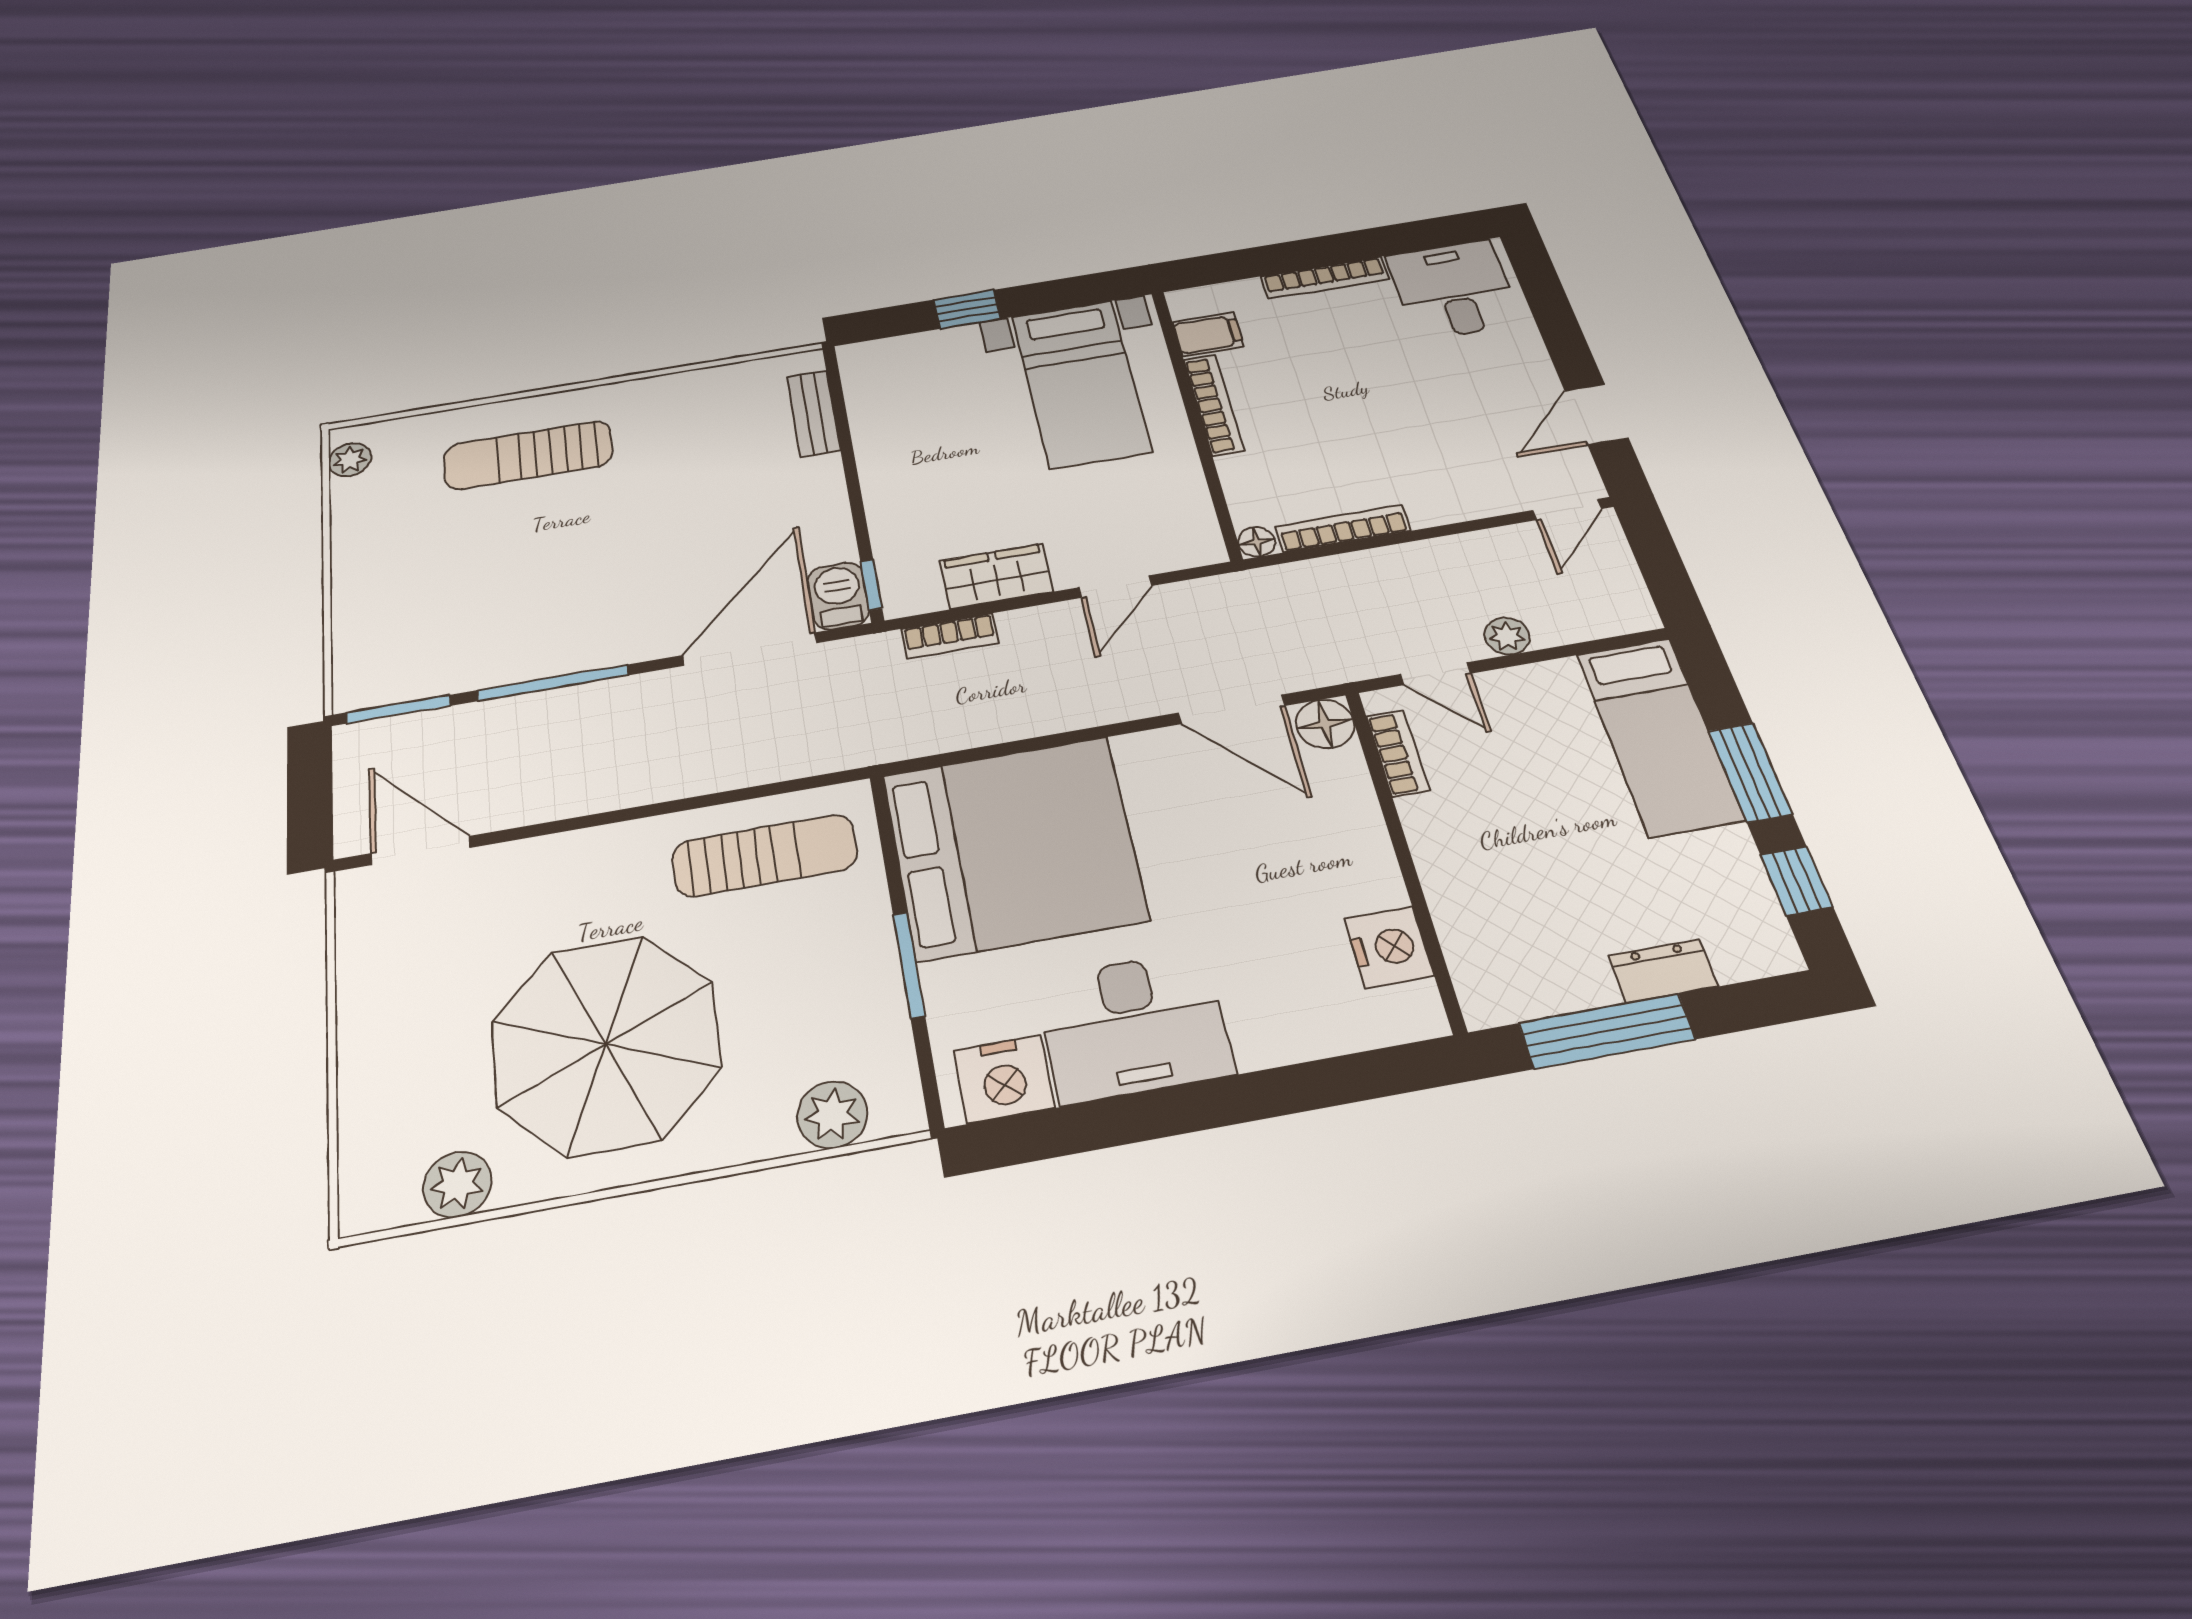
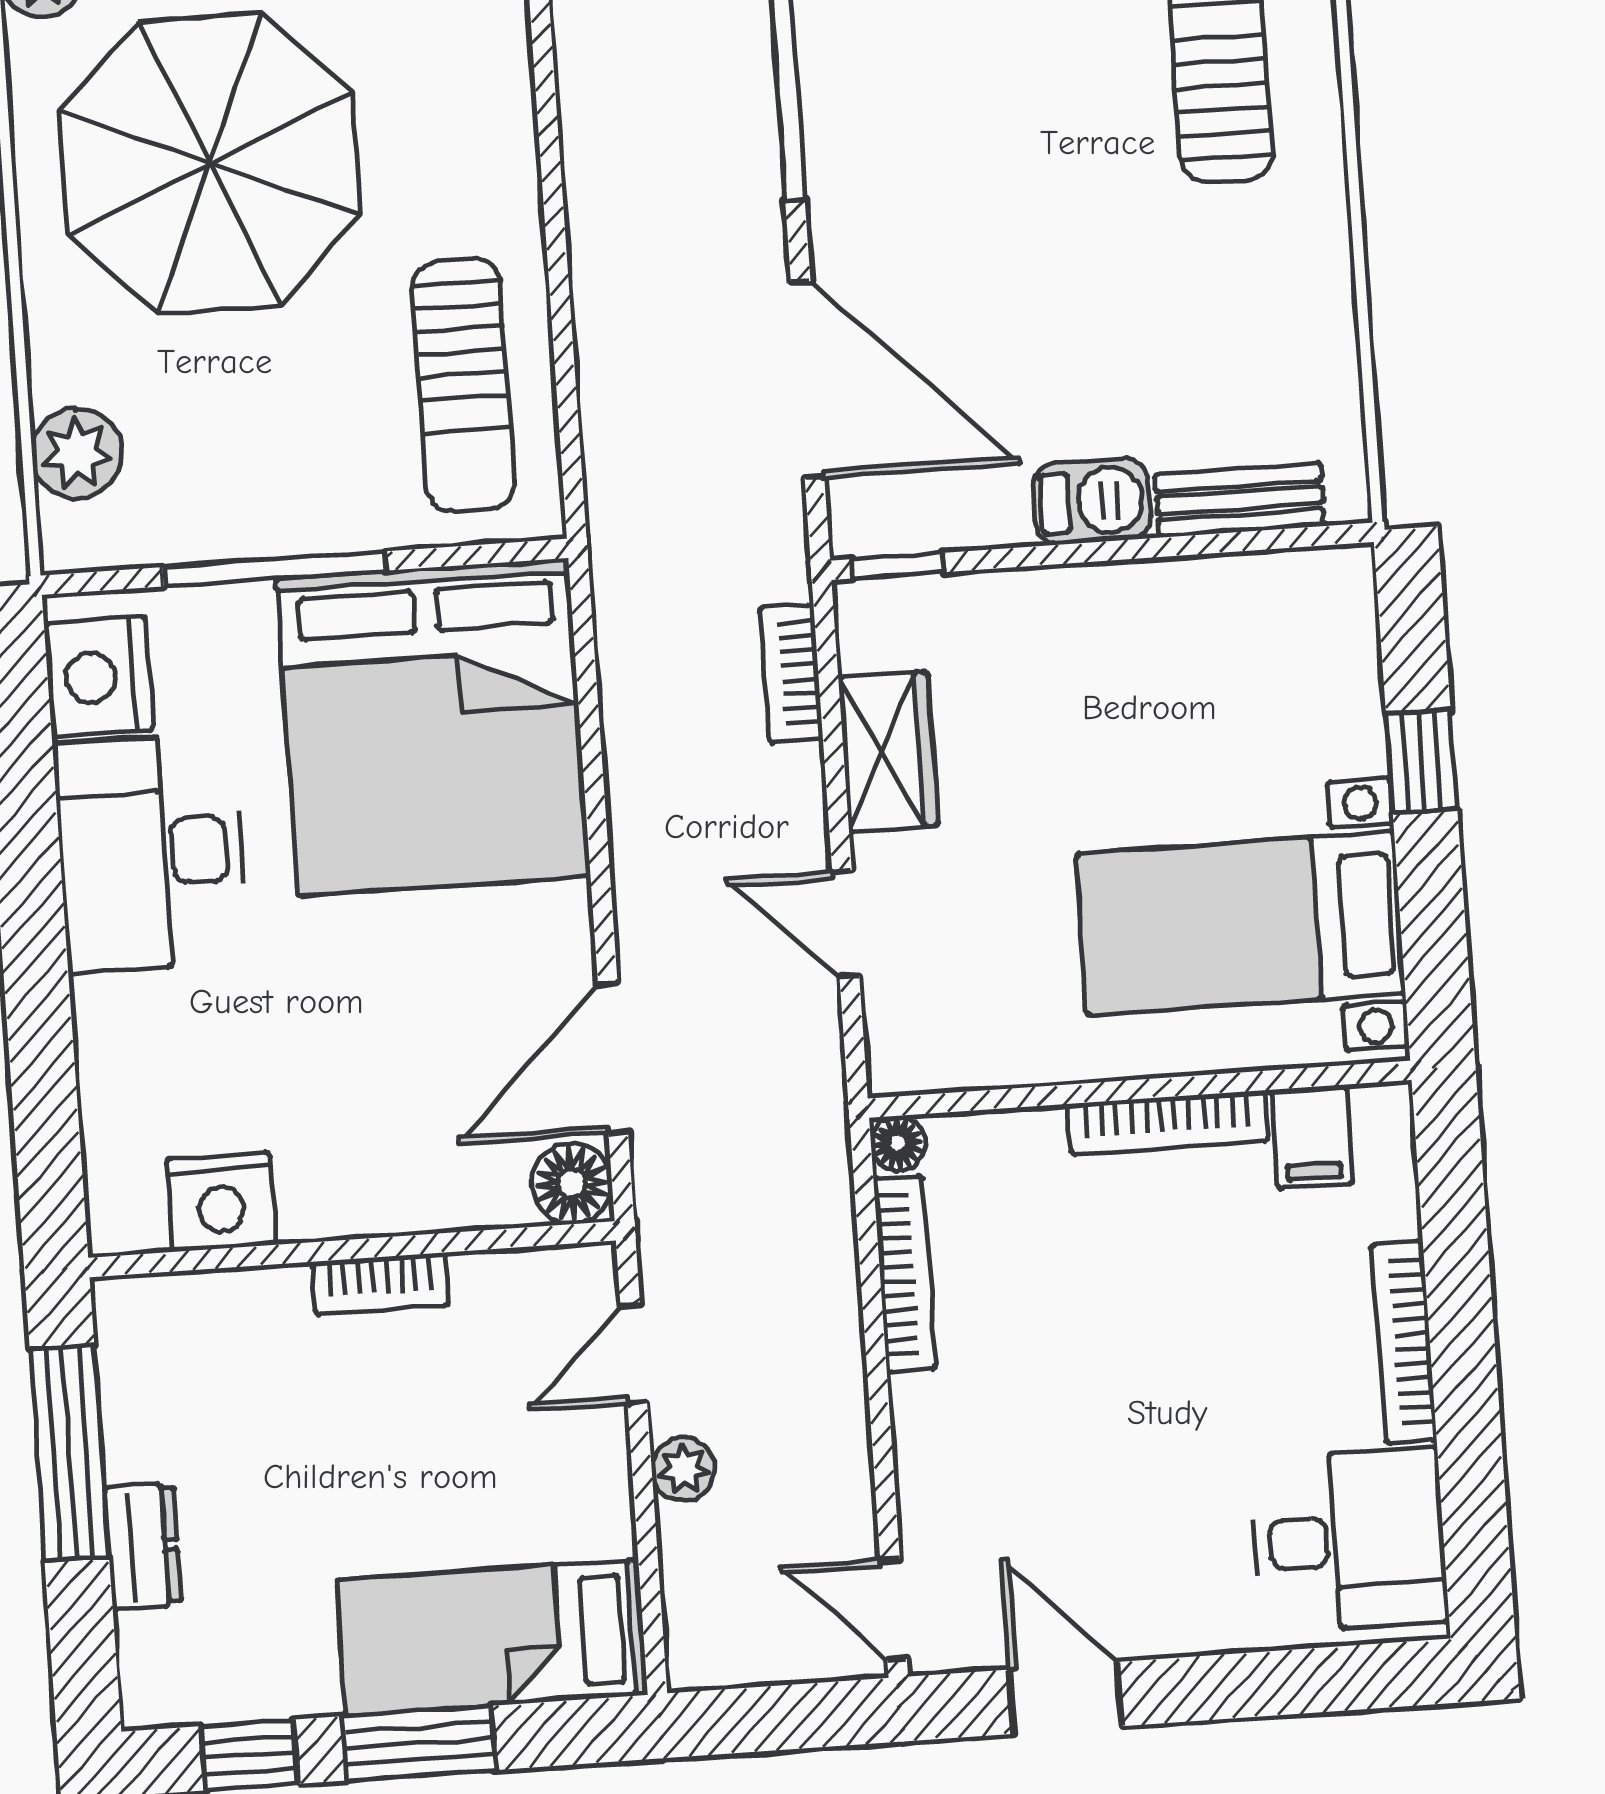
barbecue: (838, 596) -> (1092, 501), moved
bookcase: (1398, 753) -> (380, 1284), moved
window: (909, 965) -> (274, 569), width x1.44

